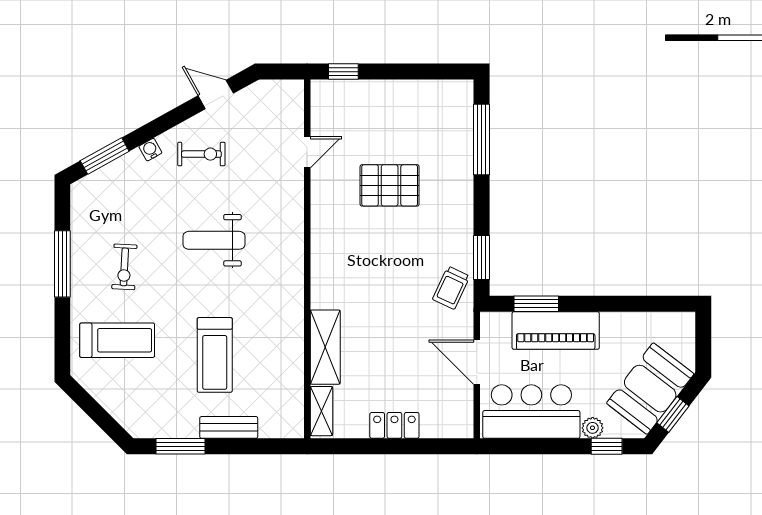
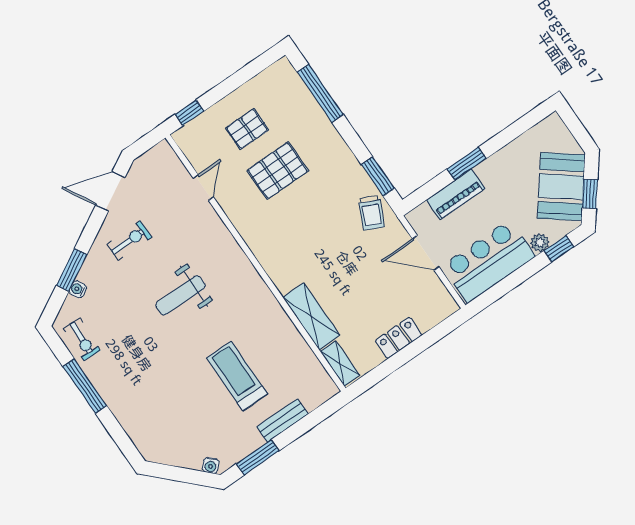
door: (216, 94) -> (110, 191), width x1.38
pallet: (388, 125) -> (247, 129), added
water cooler: (150, 150) -> (78, 289), moved
window: (105, 156) -> (72, 270), moved
exercise bike: (124, 267) -> (82, 339), moved
window: (536, 304) -> (467, 164), moved
piano: (556, 331) -> (456, 194), width x0.73, depth x0.75
treadmill: (117, 340) -> (161, 413), removed
treadmill: (215, 355) -> (237, 376), turned 180
water cooler: (130, 423) -> (211, 465), added

